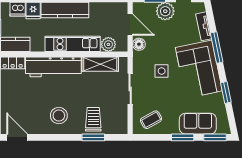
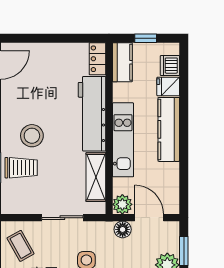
door: (130, 25) -> (149, 218), swing flipped
plant: (108, 44) -> (122, 204), moved
stool: (59, 116) -> (32, 136), moved

